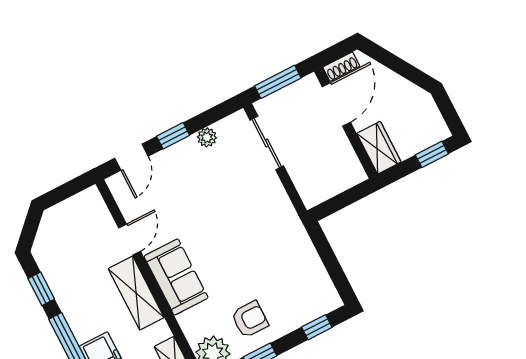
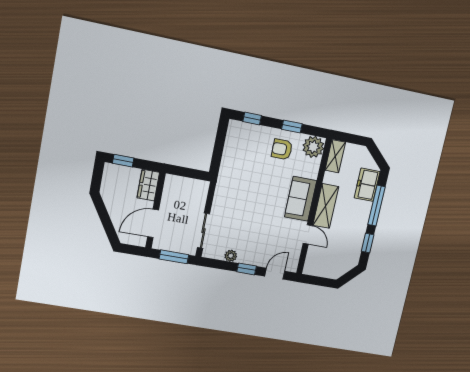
shoe rack: (341, 67) -> (136, 241), removed
door: (130, 240) -> (308, 234), swing flipped

